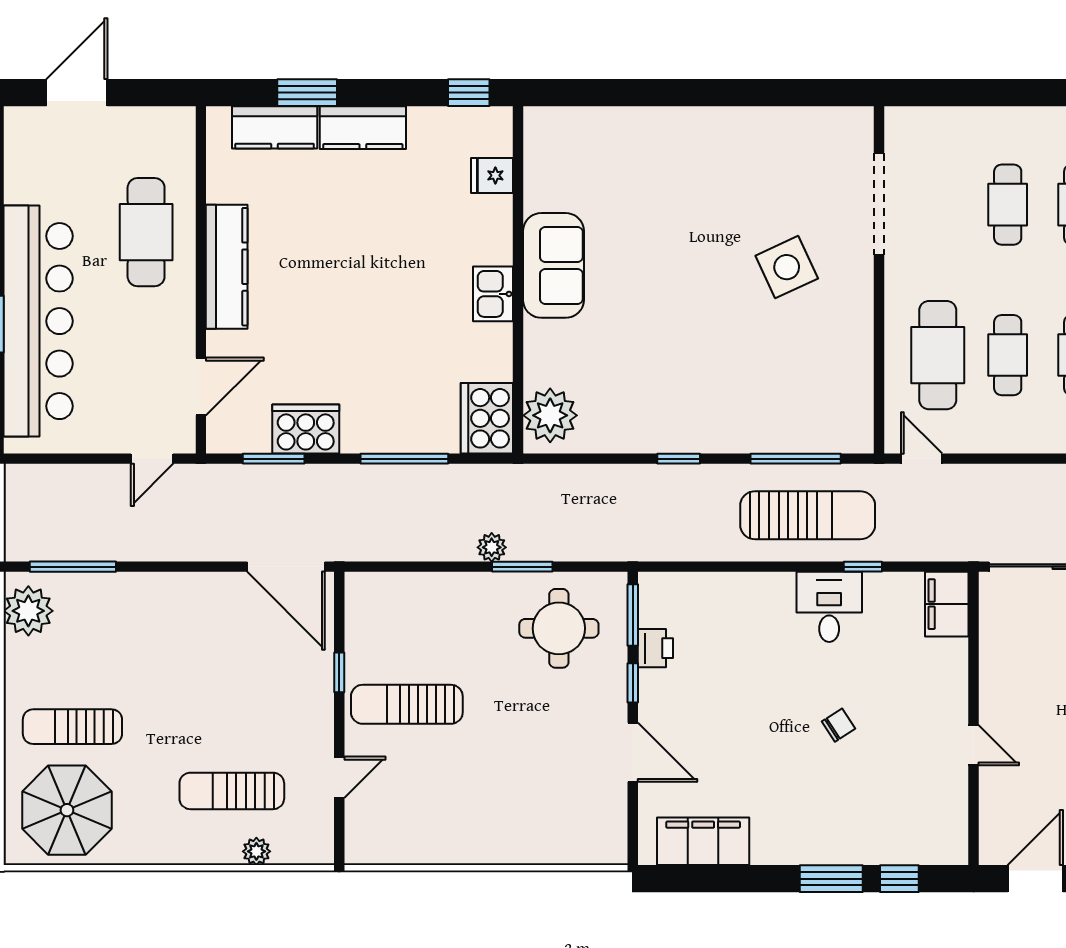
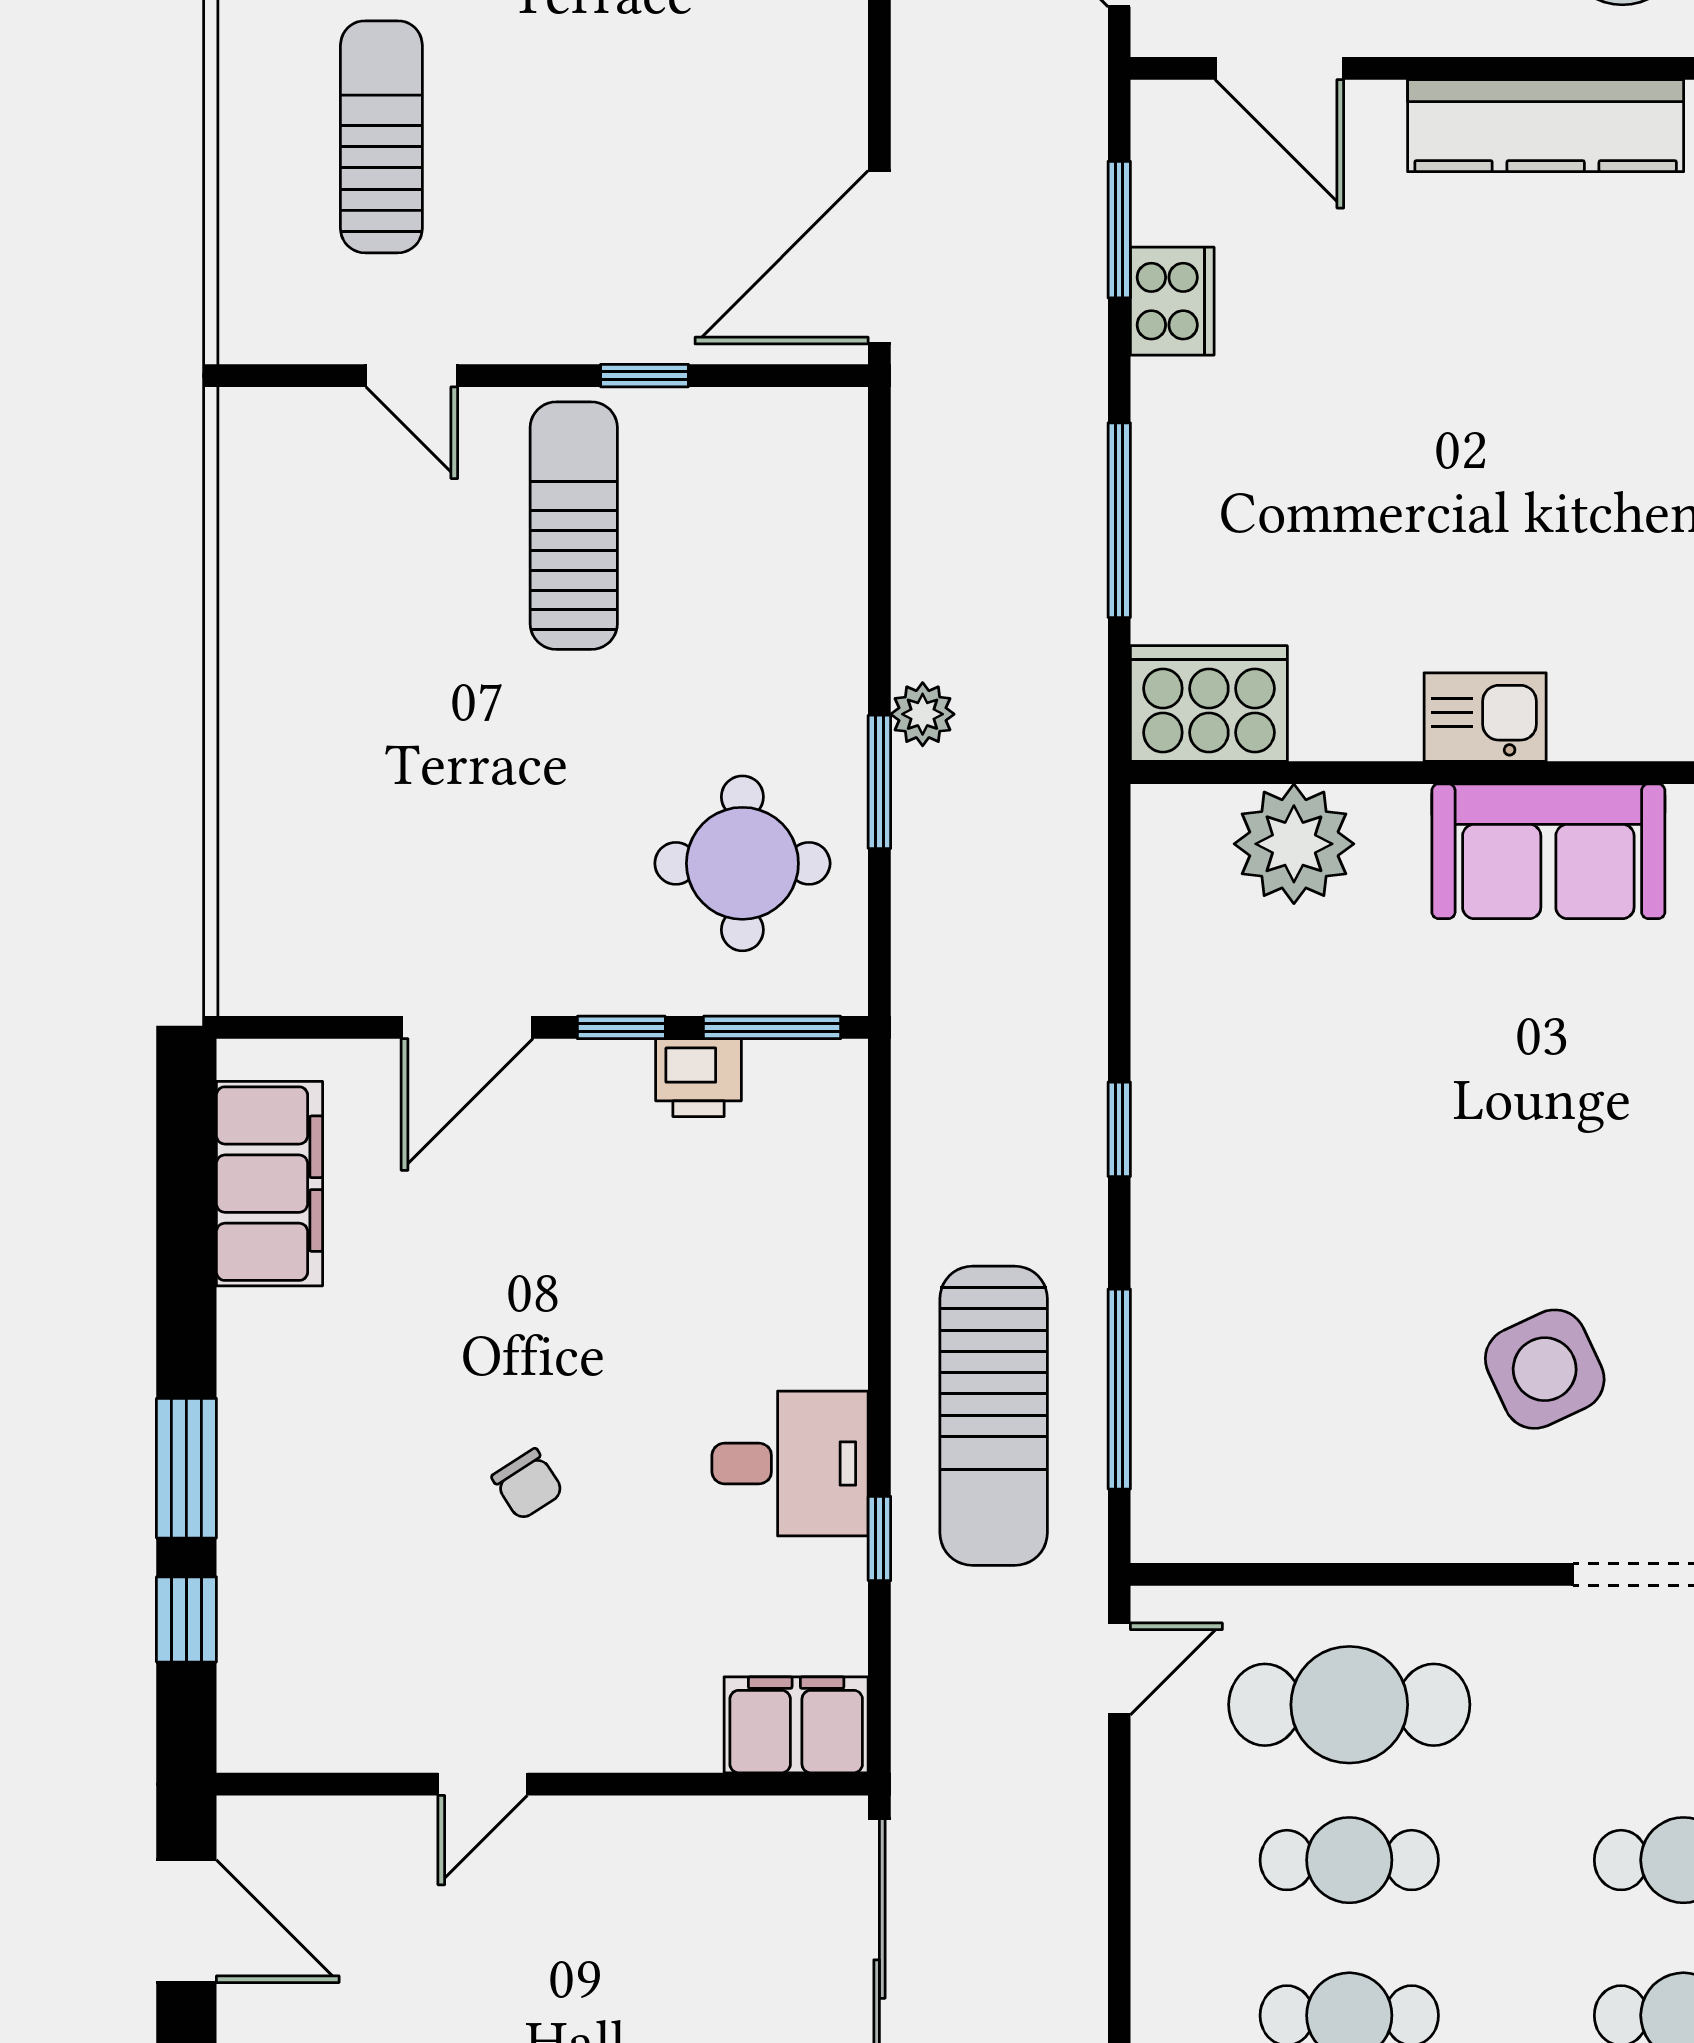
plant: (550, 415) -> (1294, 844), moved
cooker: (306, 429) -> (1172, 301), width x0.73, depth x0.76
plant: (256, 851) -> (247, 192), removed

